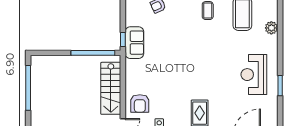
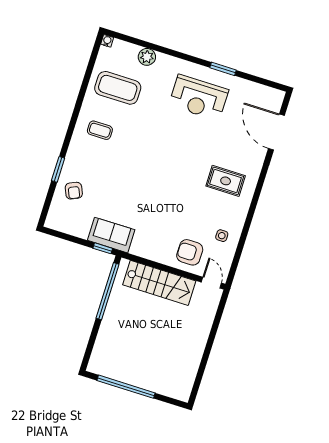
armchair: (140, 103) -> (190, 252), turned 180

